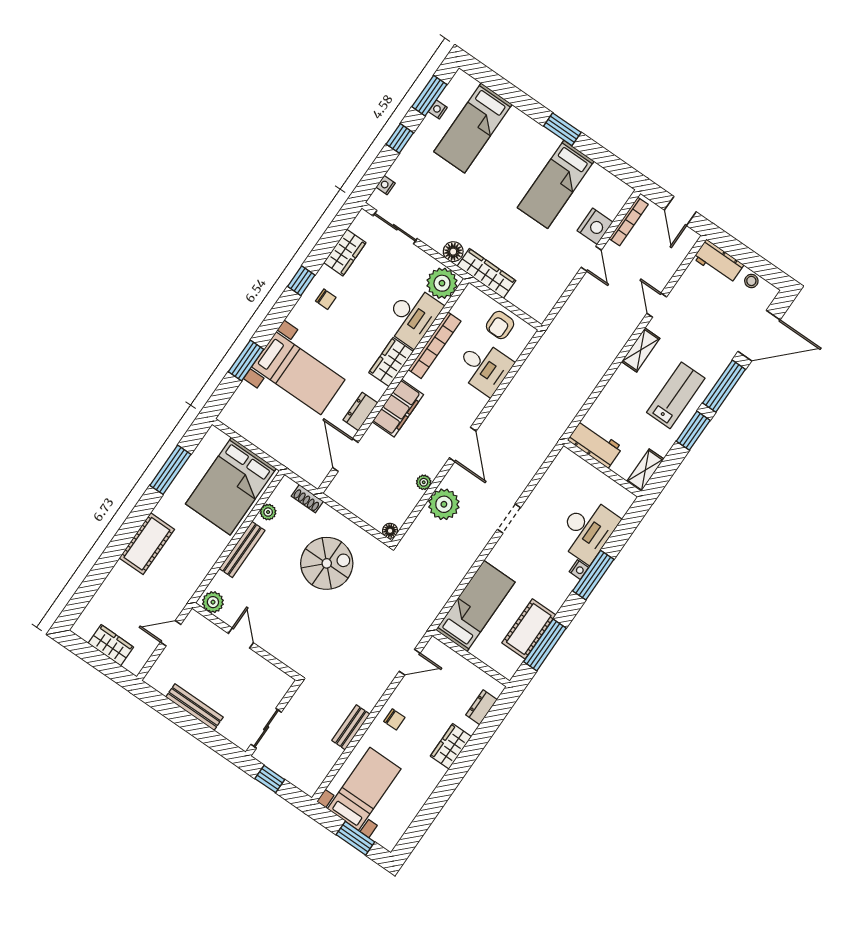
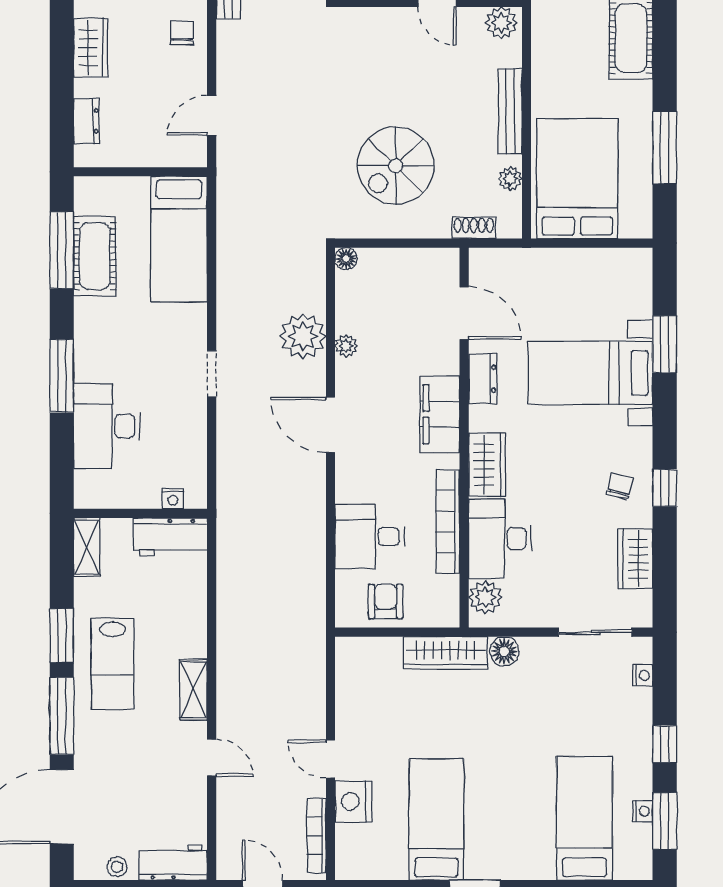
plant: (442, 283) -> (485, 597), width x0.73, depth x0.73
chair: (326, 299) -> (619, 486), turned 104
nightstand: (579, 570) -> (173, 499), moved, turned -90
chair: (394, 719) -> (182, 33), turned 90

